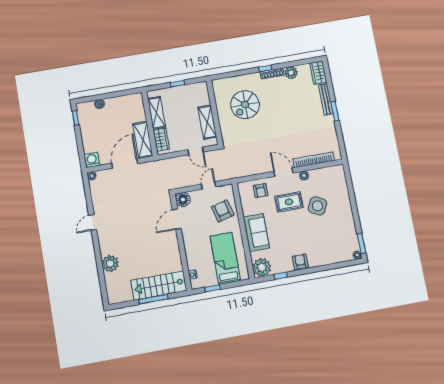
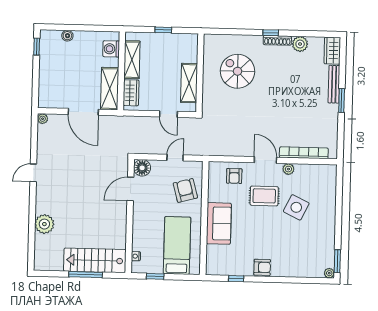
spiral stairs: (245, 105) -> (238, 71), turned 90
washing machine: (92, 160) -> (111, 49), moved, turned -90
door: (125, 163) -> (83, 112), swing flipped
armchair: (300, 262) -> (262, 267), turned 90
plant: (262, 267) -> (217, 264), removed

